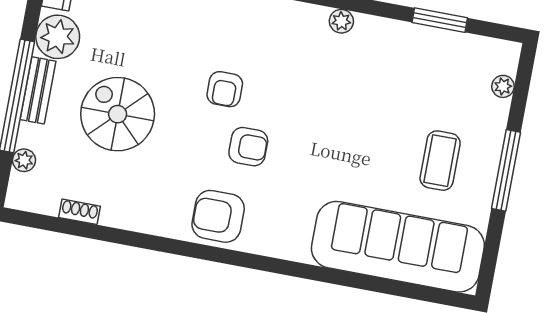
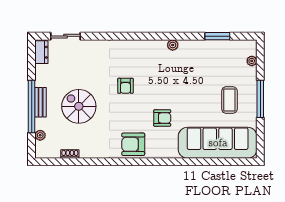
plant: (58, 37) -> (45, 76), removed
armchair: (248, 147) -> (162, 118), moved

